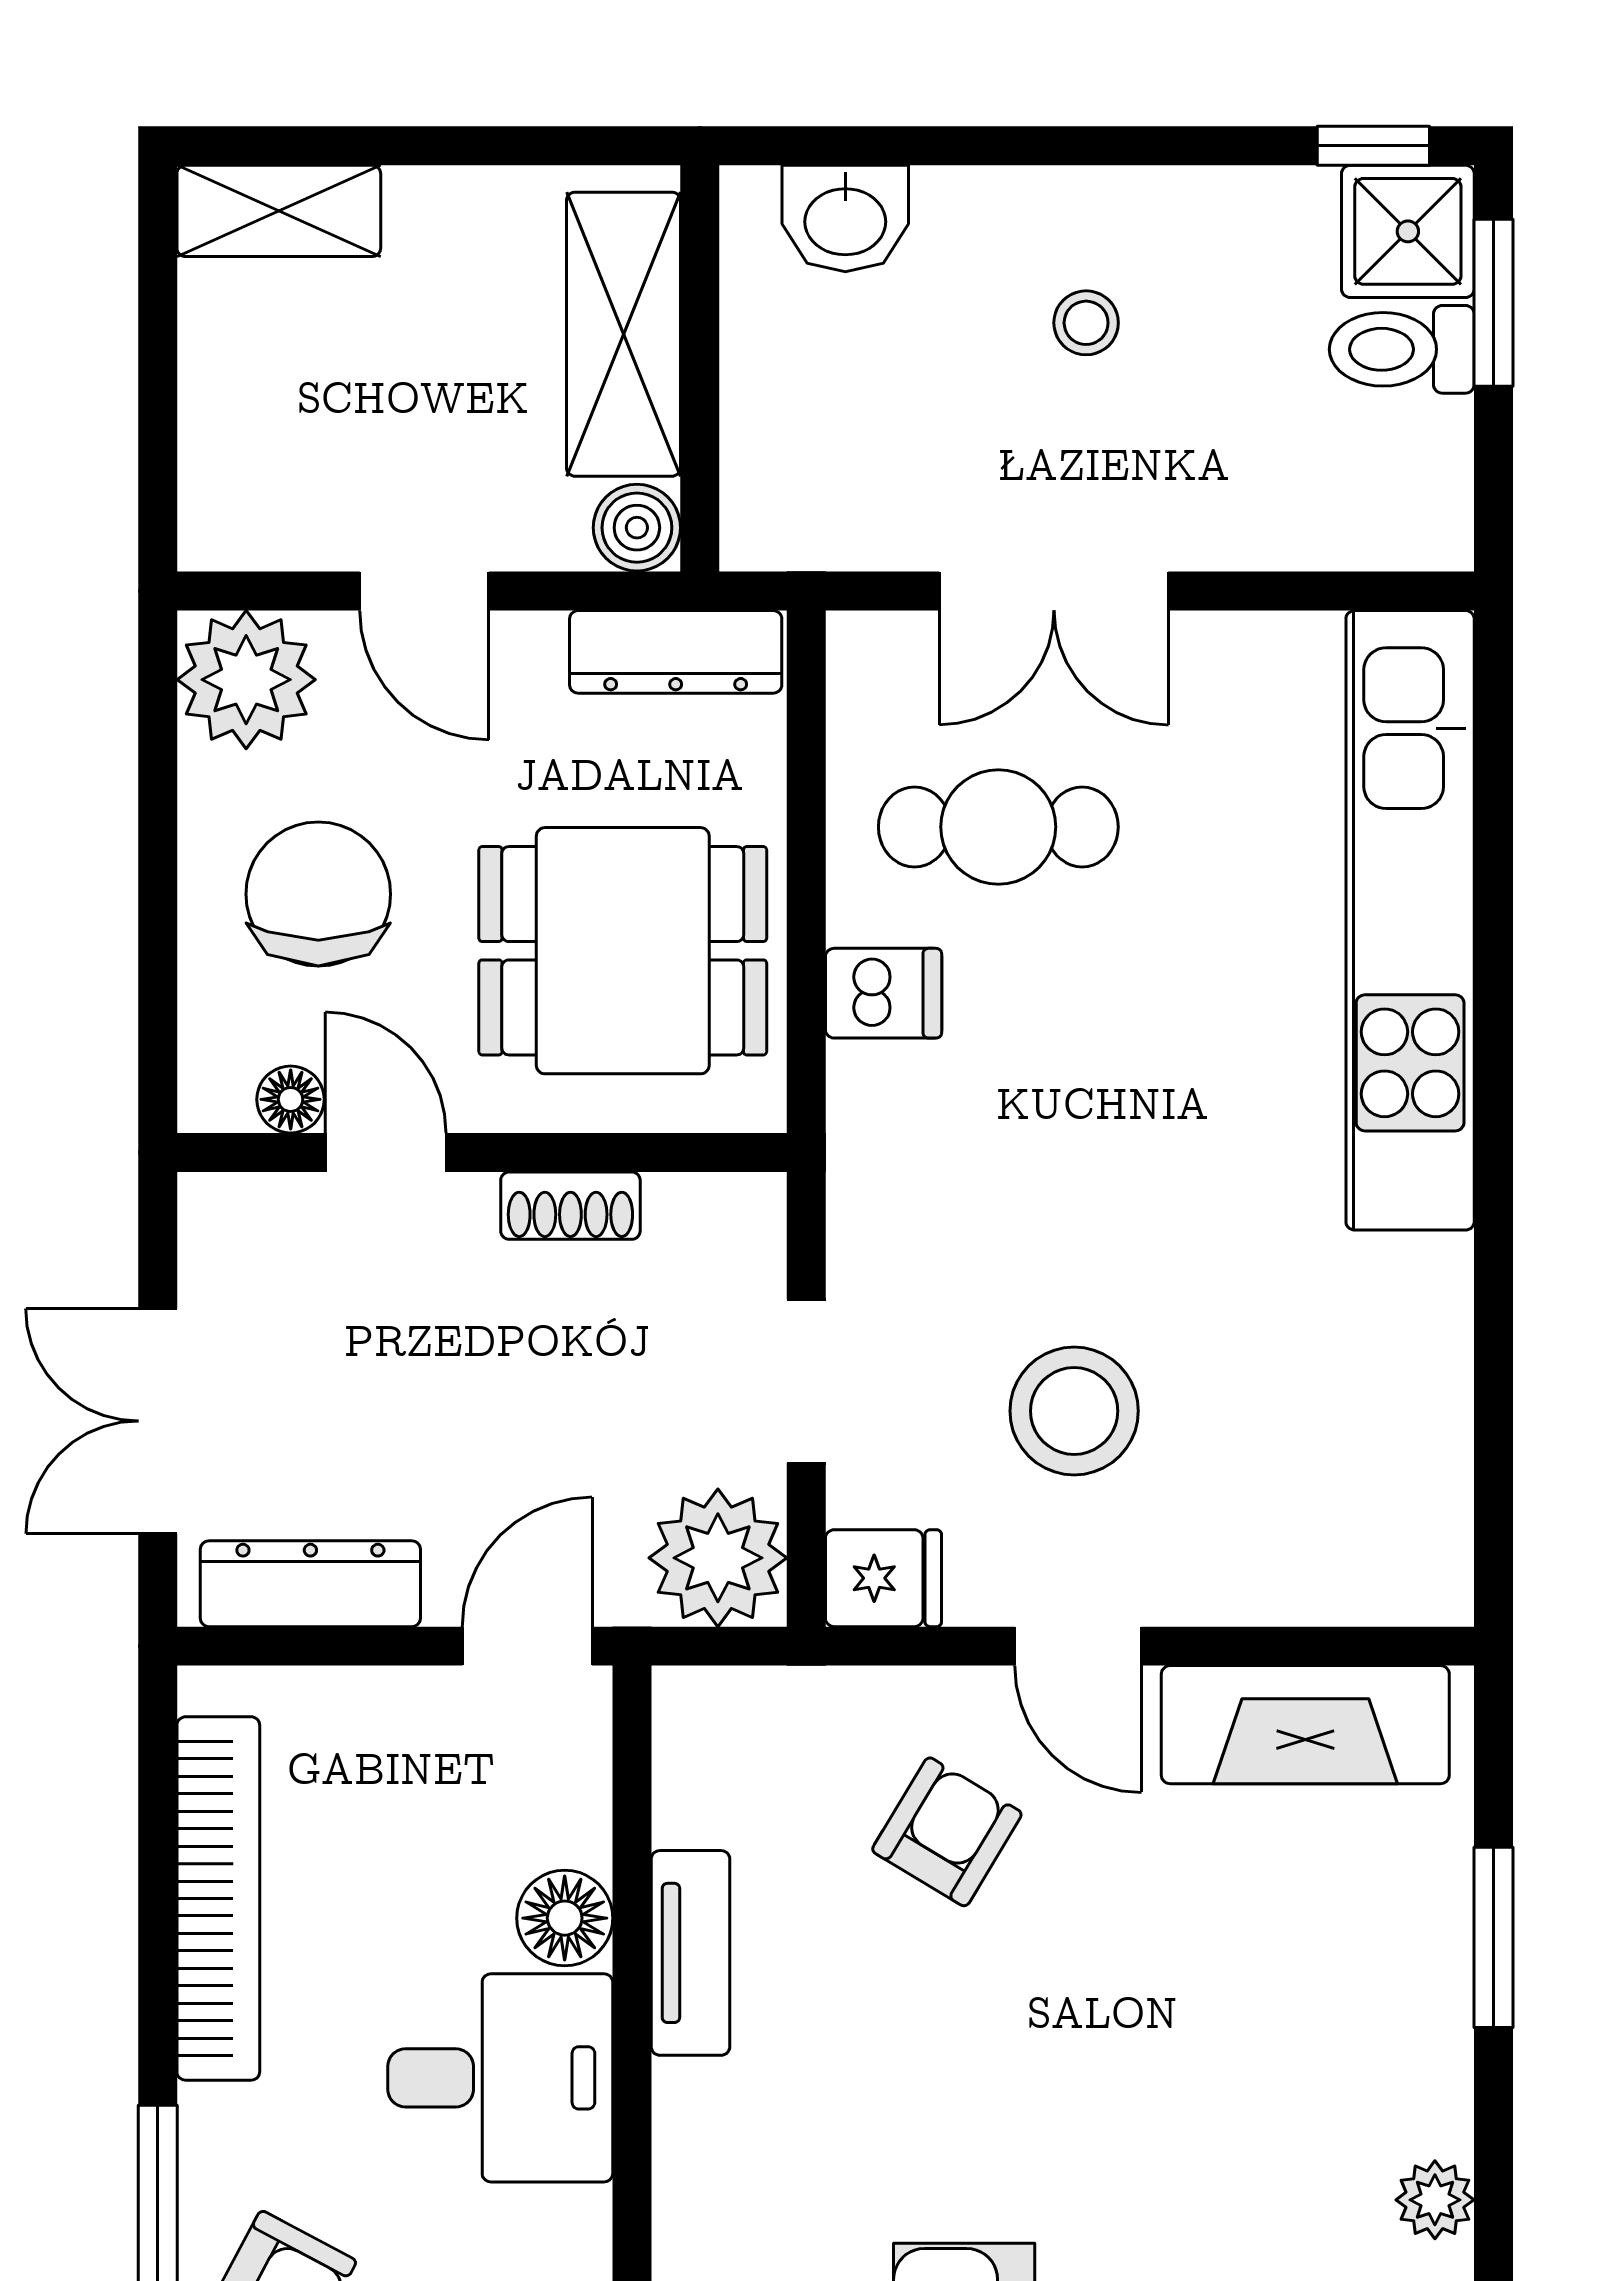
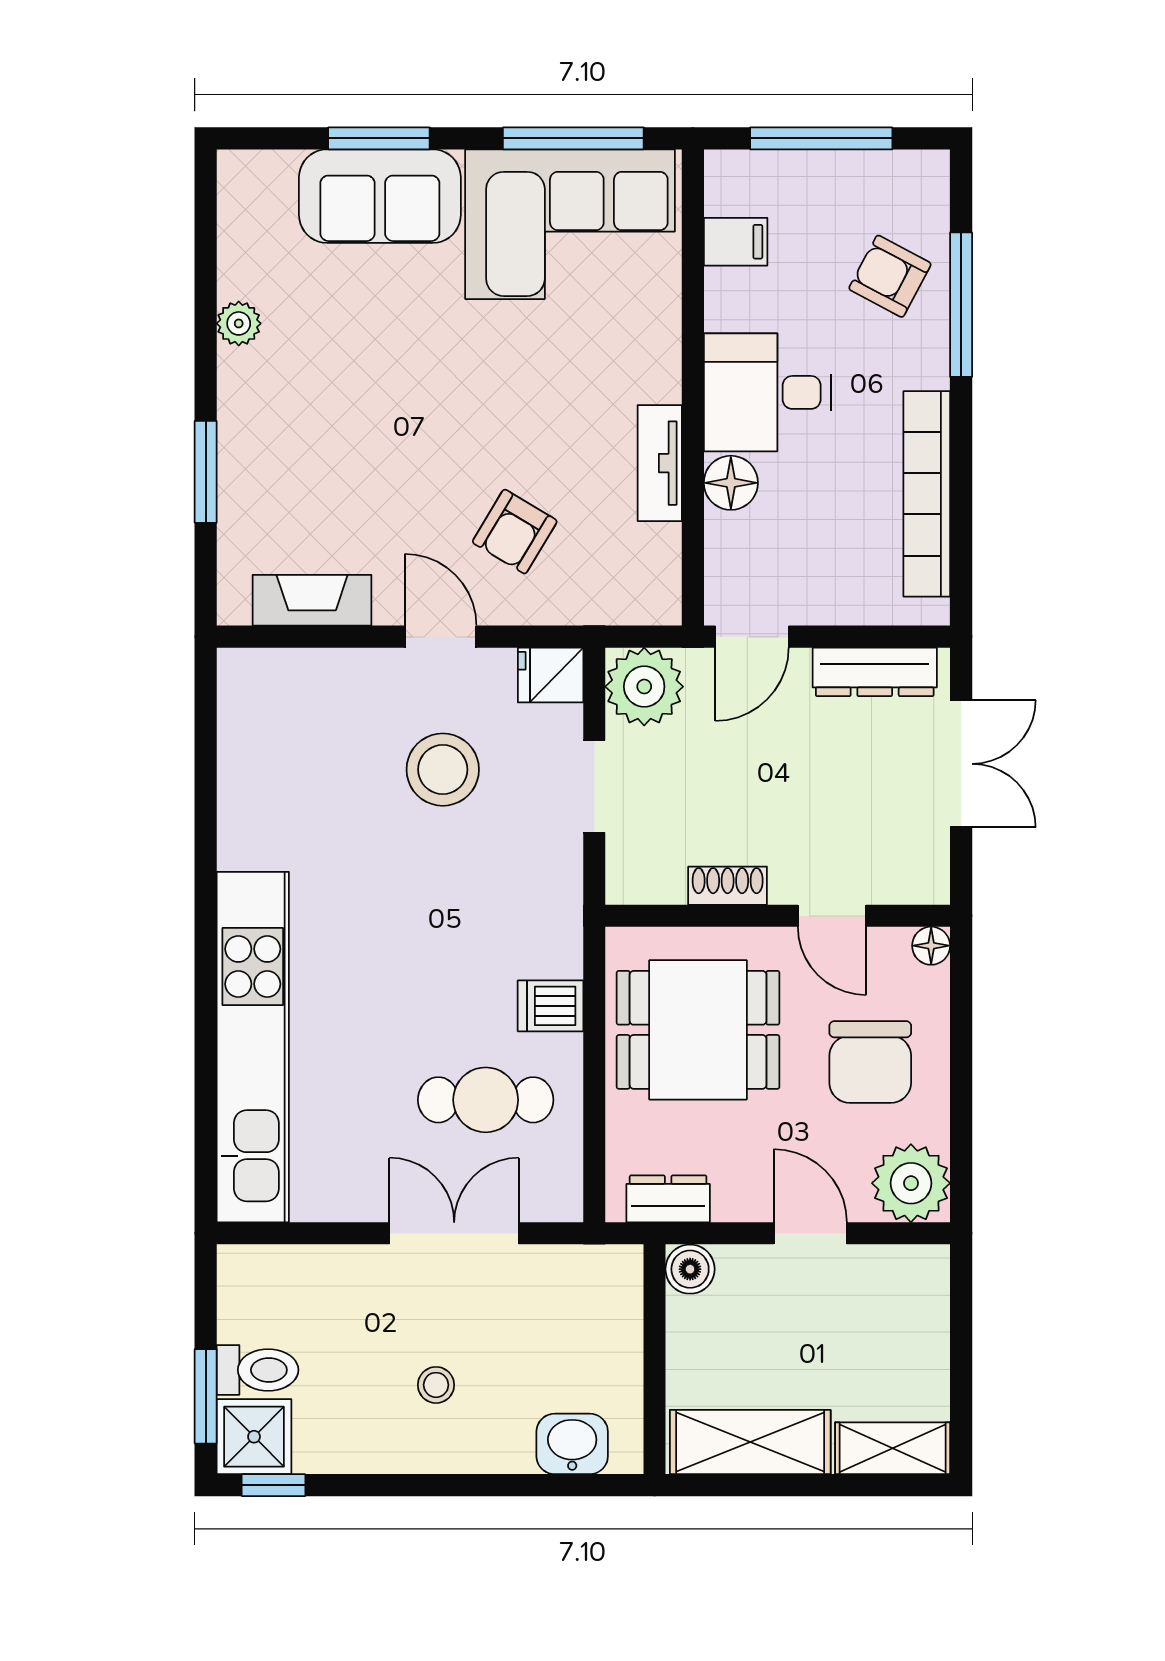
shelving: (623, 334) -> (750, 1442), moved, turned 90
dresser: (676, 652) -> (668, 1199), width x0.70
floor lamp: (291, 1099) -> (931, 946), moved
fireplace: (1305, 1725) -> (312, 600), width x0.73, depth x0.76

